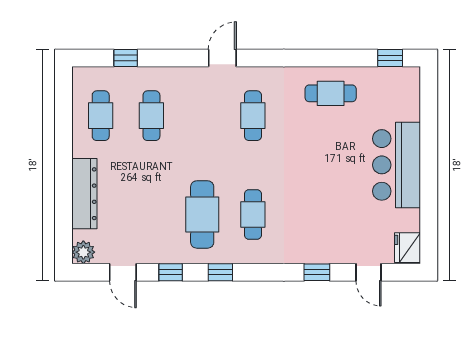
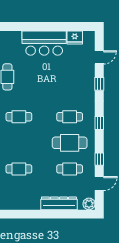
cafe table: (101, 116) -> (70, 169), moved
fridge: (407, 248) -> (75, 37), moved
window: (220, 272) -> (99, 123), moved

